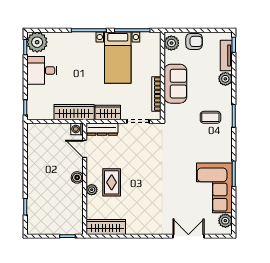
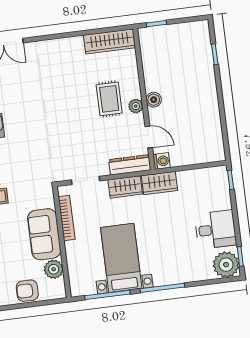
plant: (171, 43) -> (54, 269), moved
wardrobe: (74, 112) -> (159, 183), width x0.67
plant: (92, 190) -> (136, 106), moved

